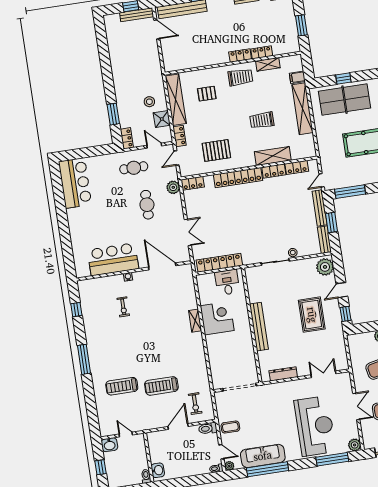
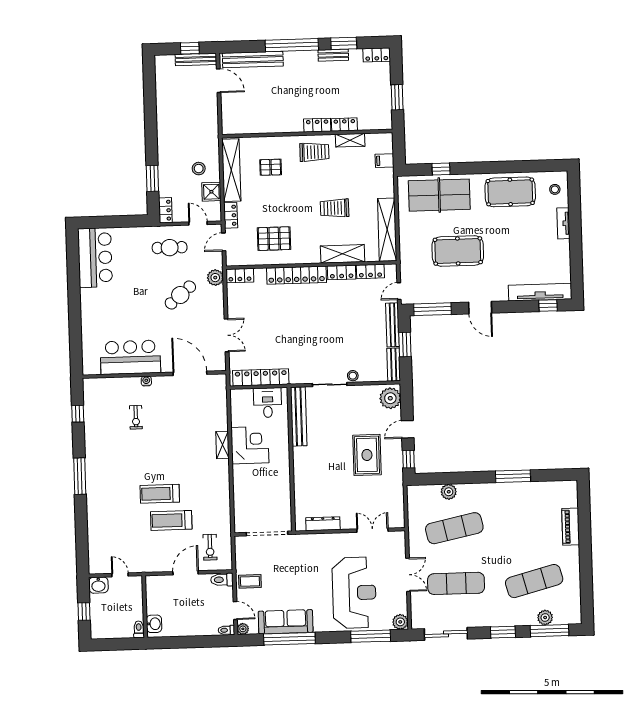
shelving: (302, 109) -> (387, 230), moved
cafe table: (147, 205) -> (180, 295), turned 49
bench: (259, 327) -> (299, 416), moved
treadmill: (122, 386) -> (160, 494), moved

